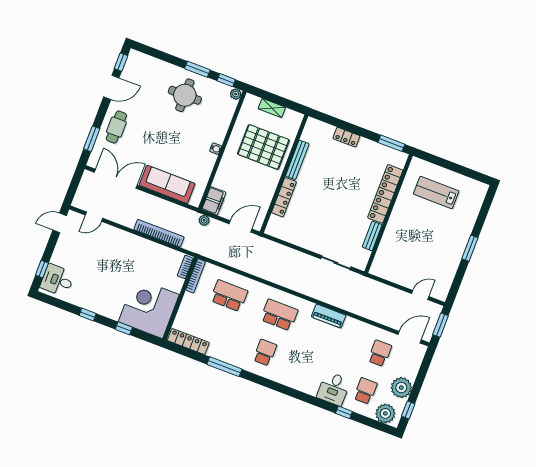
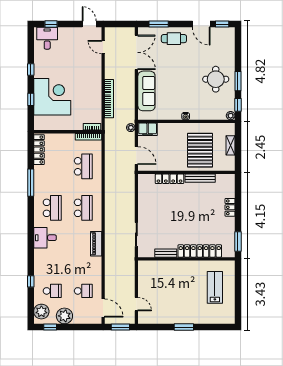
corner desk: (149, 308) -> (52, 97), moved
school desk: (265, 353) -> (52, 208), width x1.85
desk: (334, 389) -> (45, 238), moved

